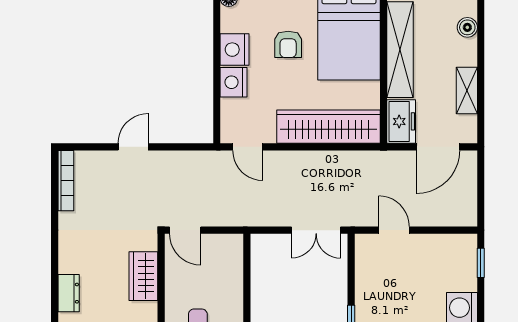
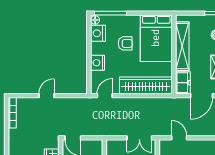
armchair: (288, 44) -> (125, 43), turned -90
nightstand: (234, 50) -> (98, 33), moved
door: (248, 147) -> (105, 96), swing flipped

